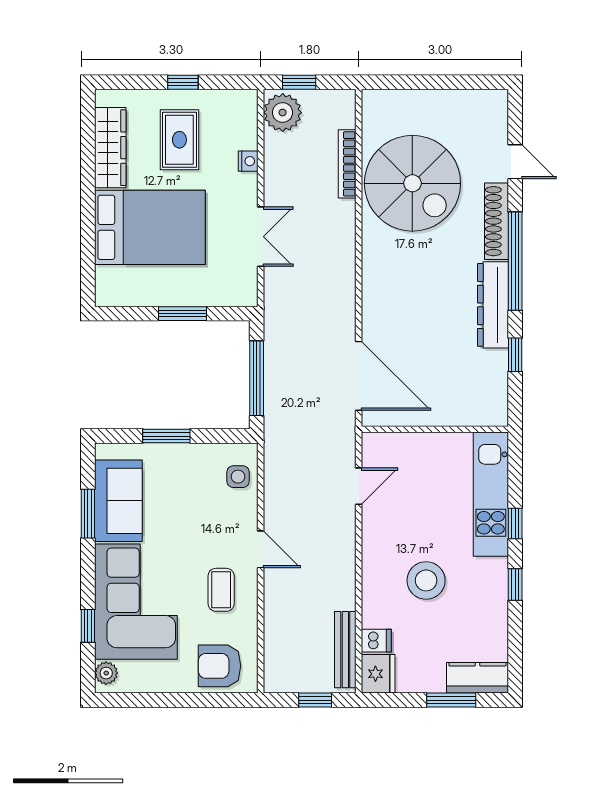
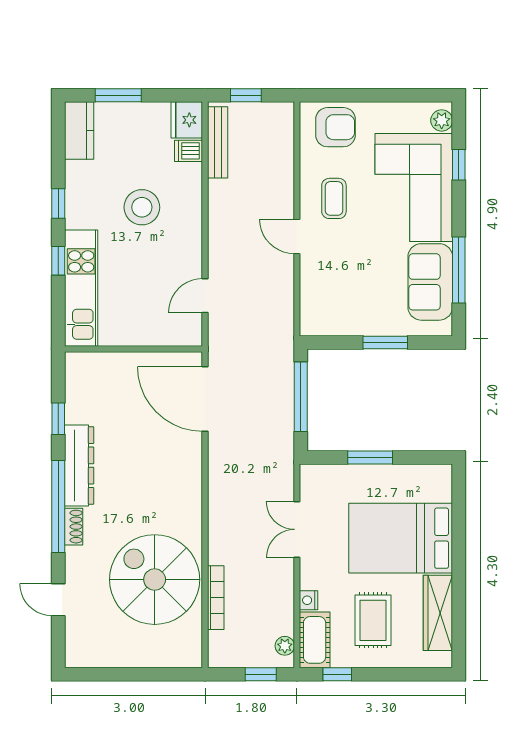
window: (183, 82) -> (337, 674), moved
plant: (283, 113) -> (285, 646), width x0.53, depth x0.53
cot: (242, 119) -> (315, 640), added
shoe rack: (497, 221) -> (74, 527), width x0.51, depth x0.81
side table: (238, 477) -> (318, 305), removed
window: (88, 514) -> (459, 270), width x1.44
kitchen counter: (478, 678) -> (79, 130), moved, turned -90

